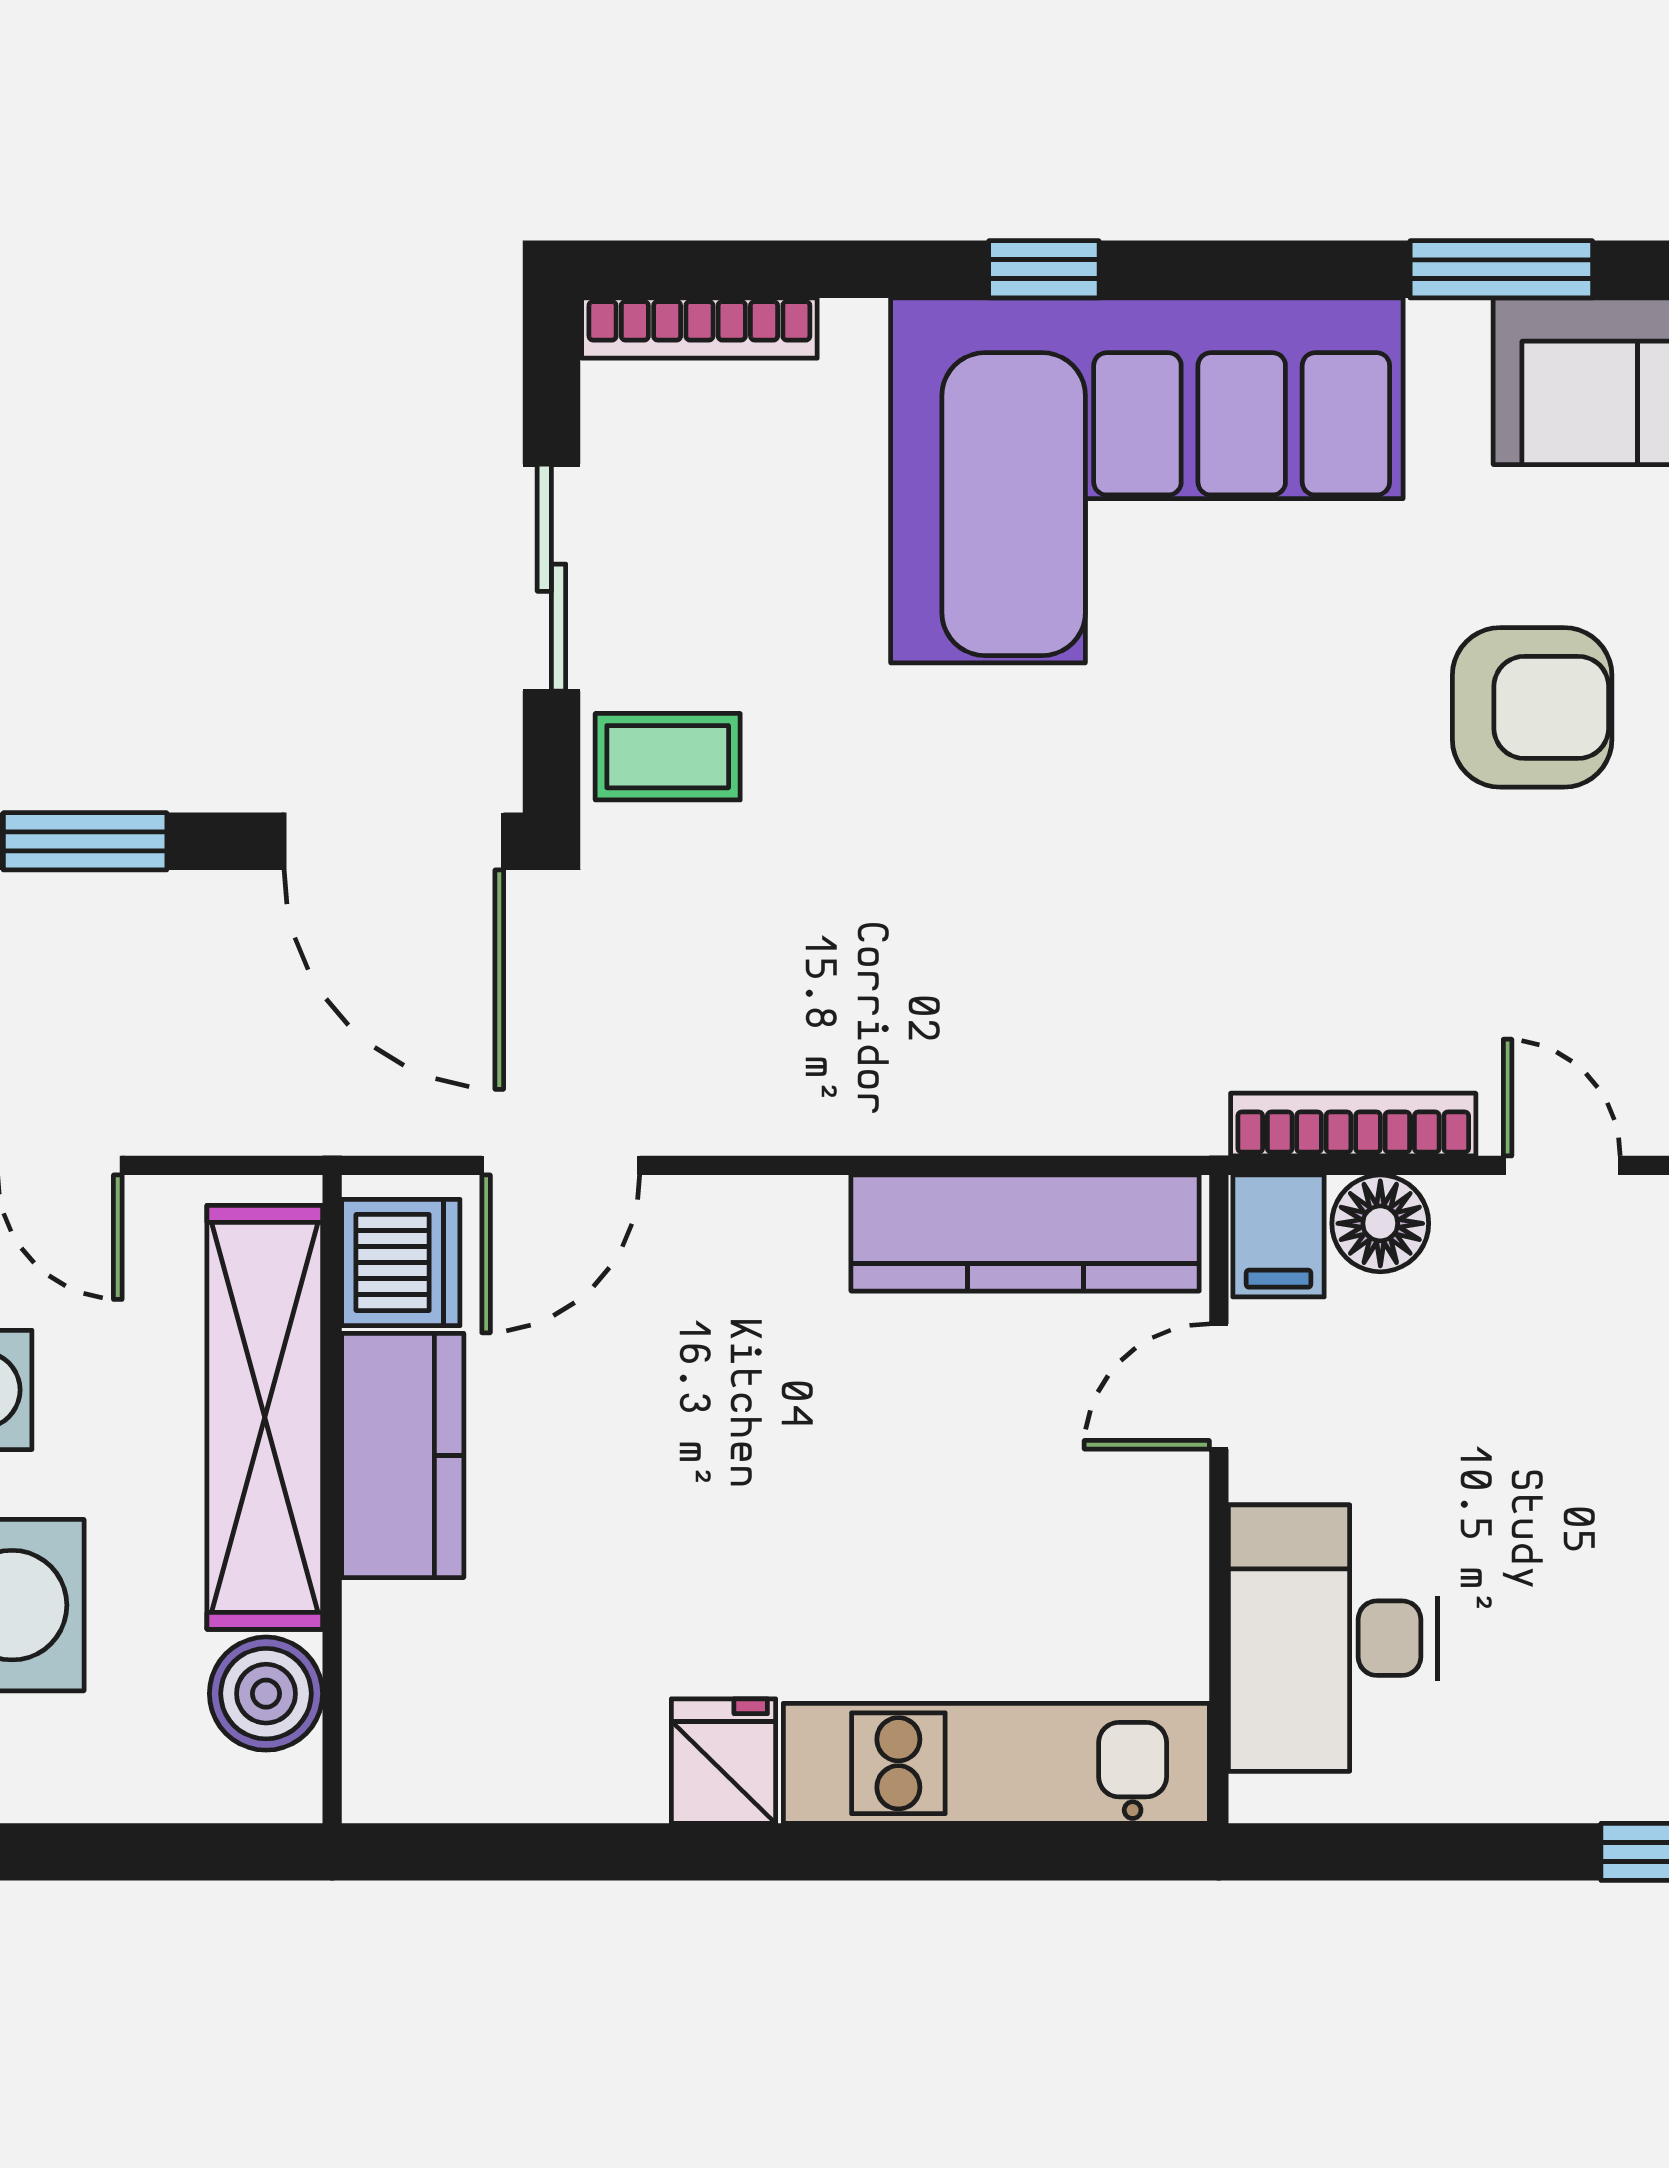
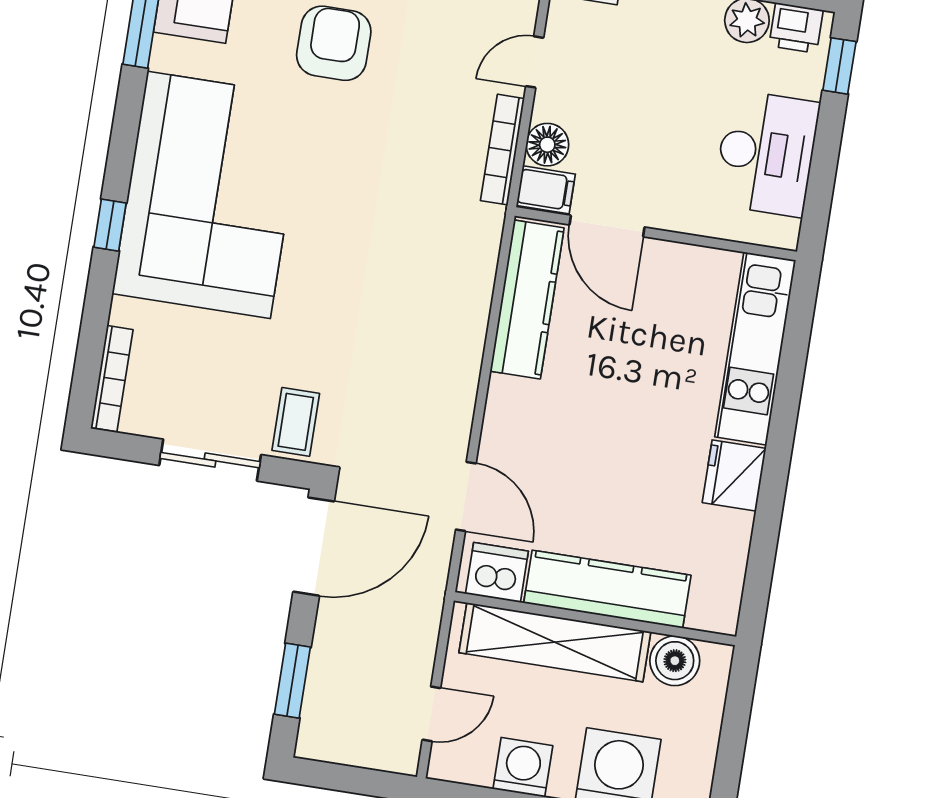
door: (1219, 1386) -> (607, 226), width x1.38
kitchen counter: (403, 1455) -> (607, 589), width x1.50
desk: (1333, 1638) -> (766, 153), moved, turned -90
fridge: (724, 1761) -> (734, 475), width x1.38

